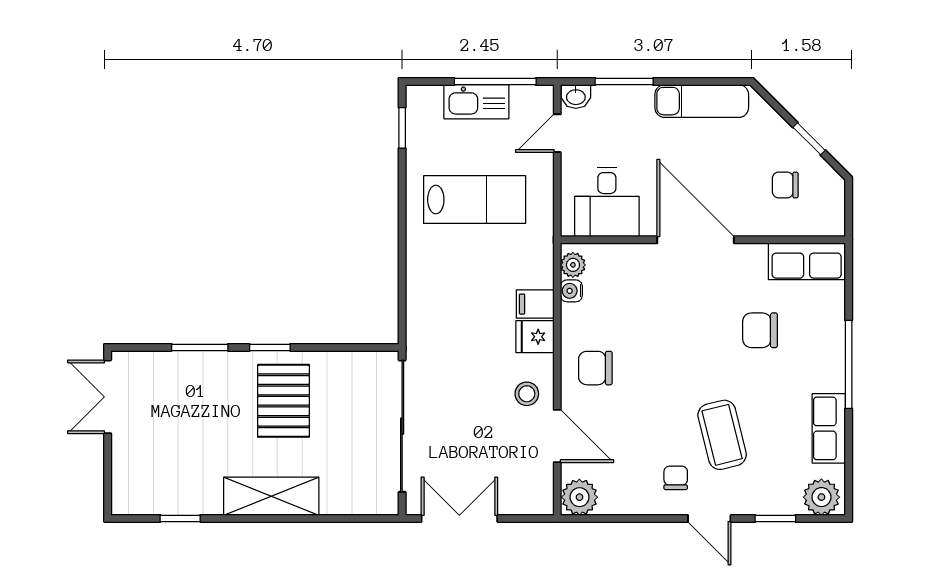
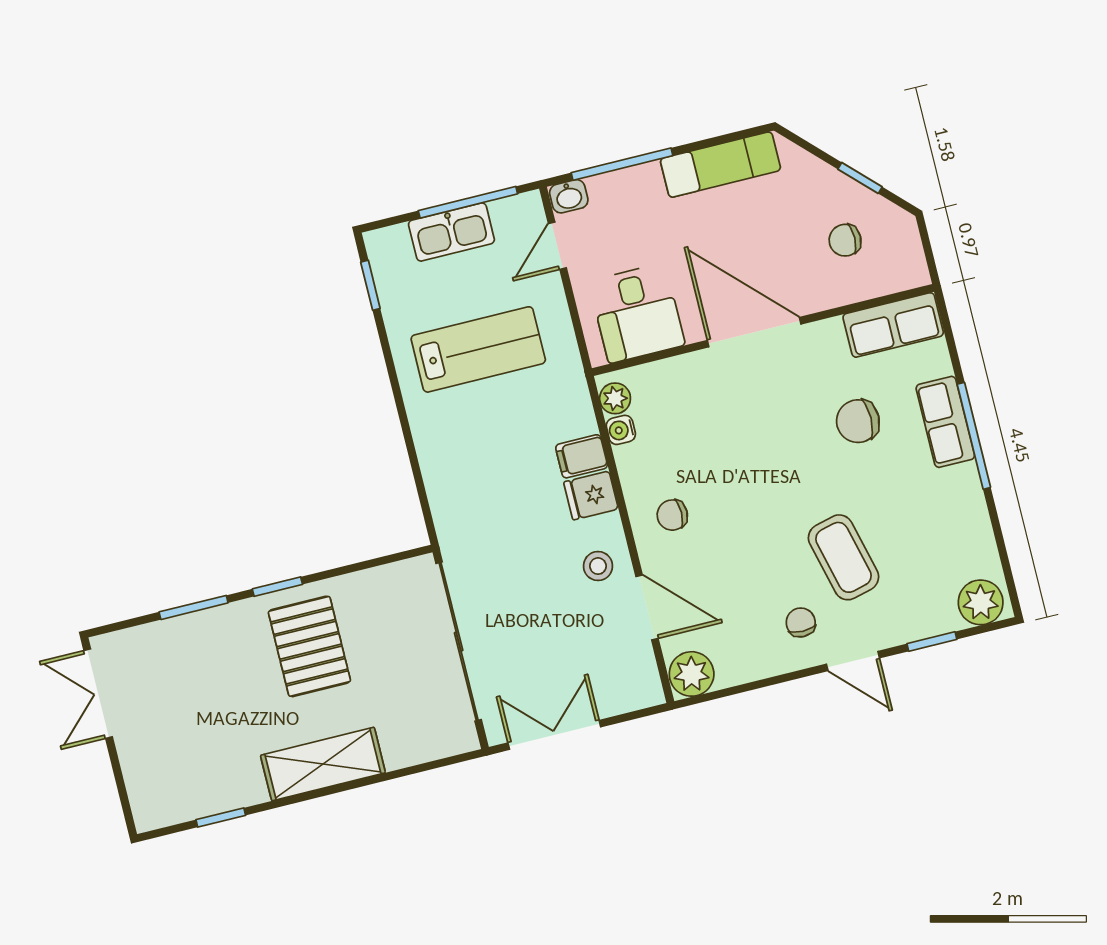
window: (624, 81) -> (622, 164), width x1.44
chair: (595, 368) -> (672, 515), width x0.73, depth x0.73
row of seats: (829, 428) -> (945, 422), moved

